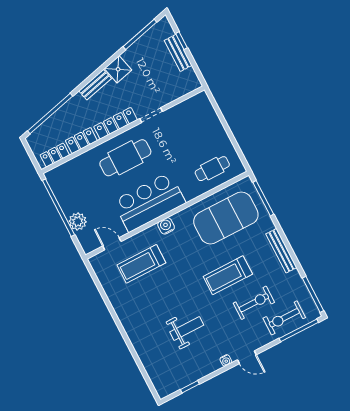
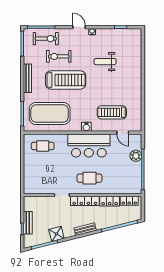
shower: (118, 69) -> (56, 234), moved
cafe table: (125, 158) -> (89, 178), width x0.73, depth x0.74
treadmill: (141, 264) -> (112, 112), turned 180
treadmill: (228, 275) -> (66, 80), width x1.37, depth x1.38

